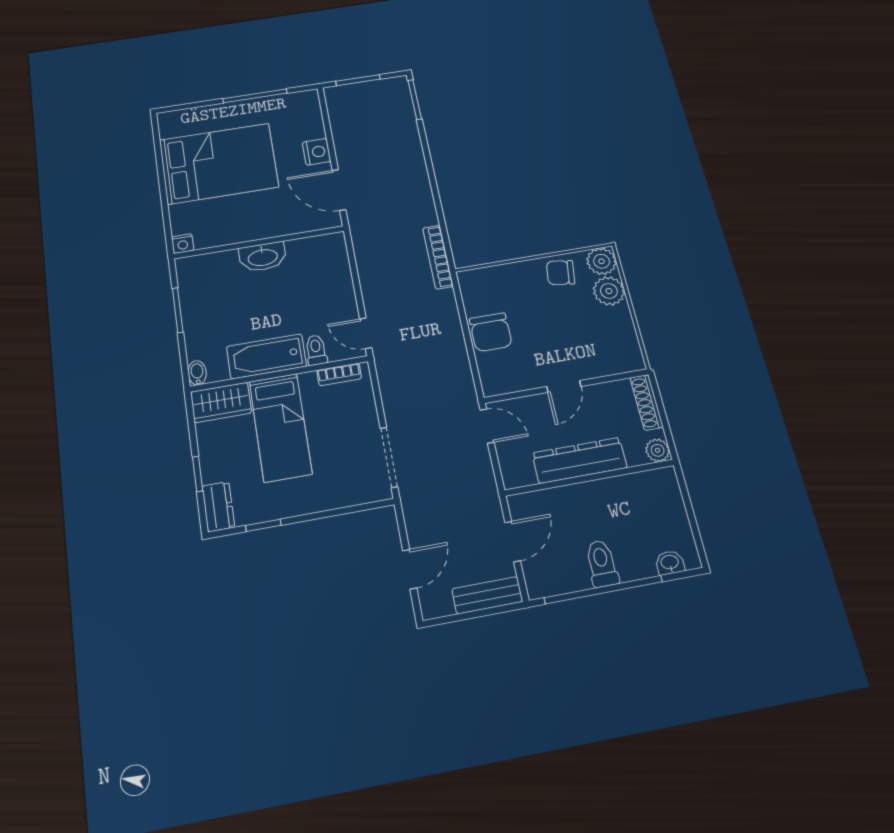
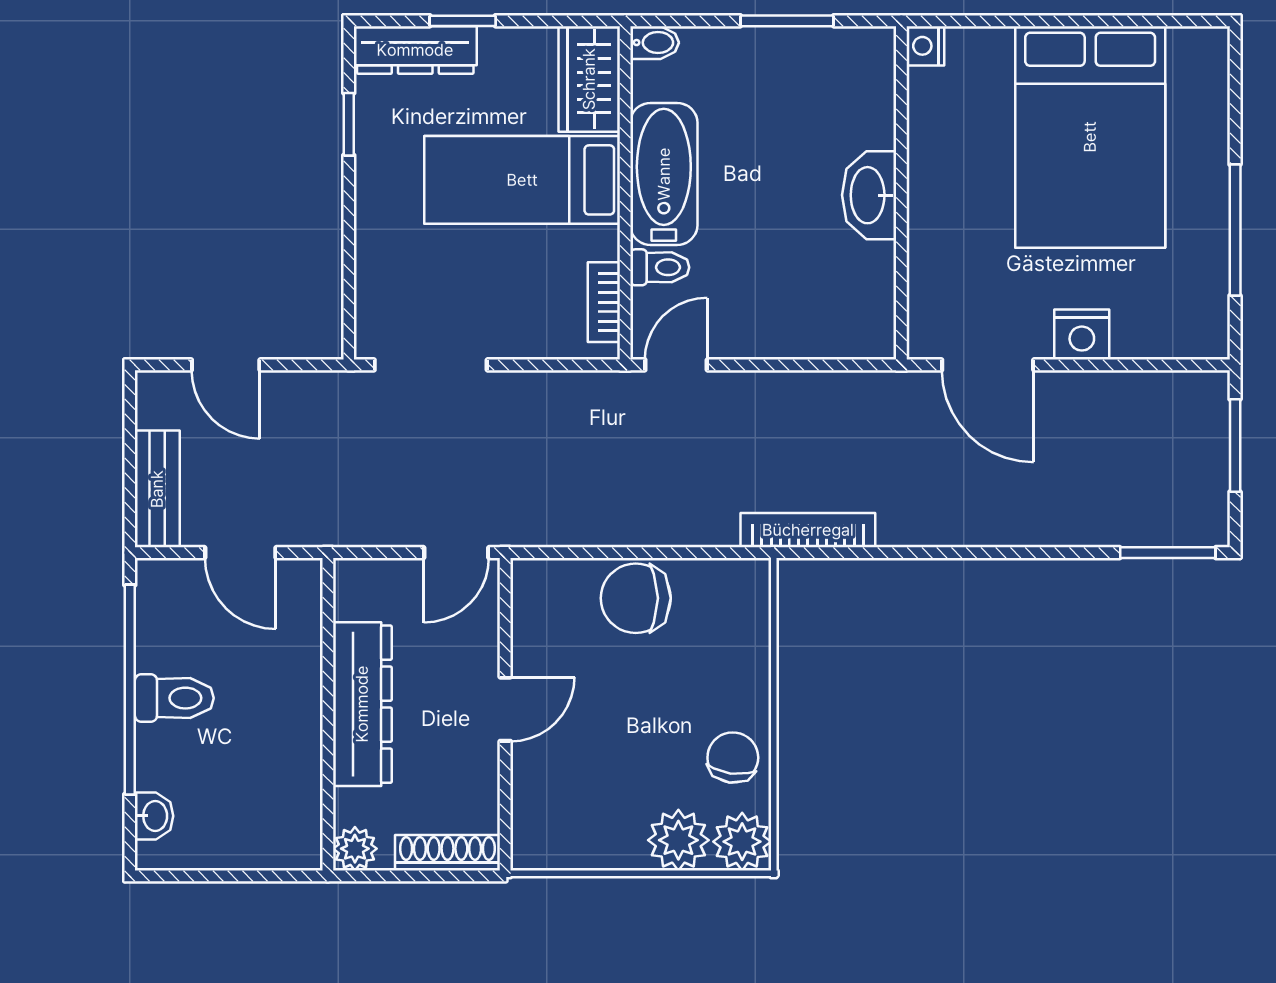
door: (339, 190) -> (988, 365), swing flipped
door: (564, 387) -> (505, 709), swing flipped
dresser: (218, 507) -> (415, 50), width x1.44

